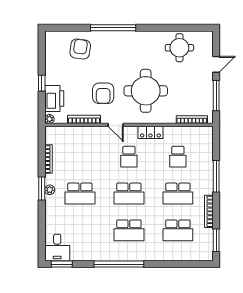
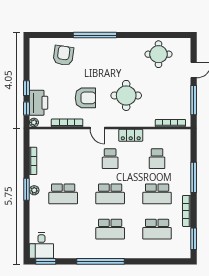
round table: (146, 91) -> (126, 95), width x0.73, depth x0.73
armchair: (103, 93) -> (85, 98), turned -90
window: (42, 104) -> (27, 108), added

